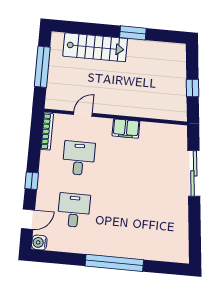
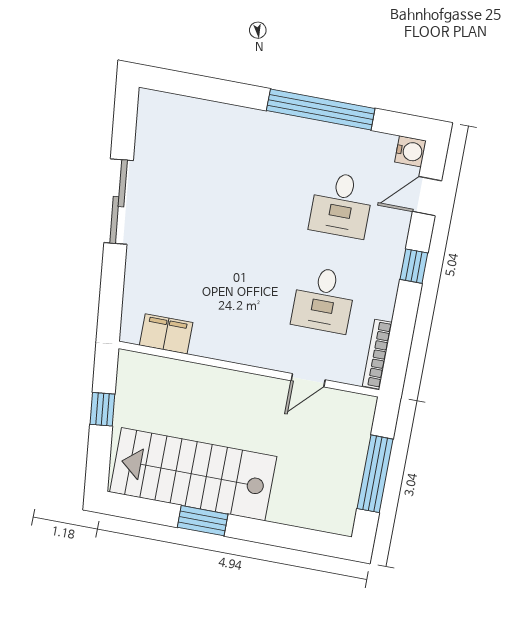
stairs: (95, 47) -> (193, 474), moved, width x1.36, depth x1.51
filing cabinet: (126, 128) -> (166, 334), moved
sliding door: (194, 173) -> (119, 202), moved
window: (114, 263) -> (321, 110), moved

